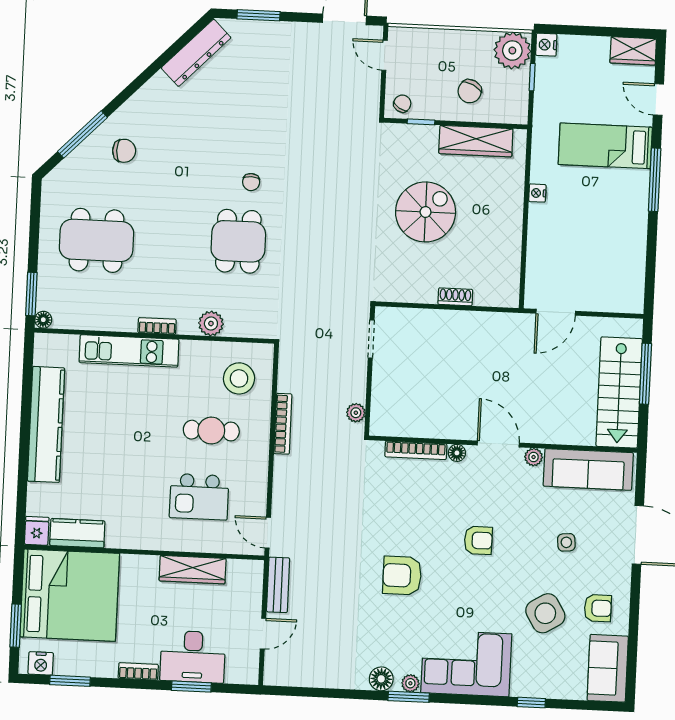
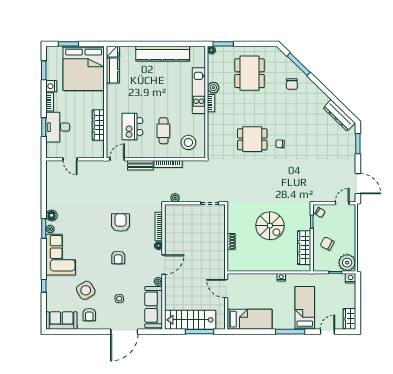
bed: (624, 265) -> (250, 319), added
plant: (211, 324) -> (213, 88), moved
armchair: (402, 576) -> (121, 222), moved
bench: (278, 585) -> (140, 165), moved
nightstand: (41, 663) -> (51, 86), moved

